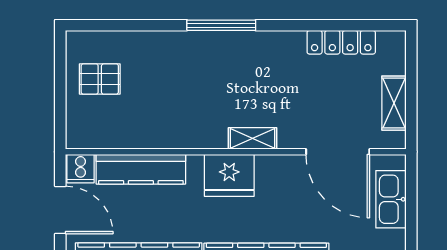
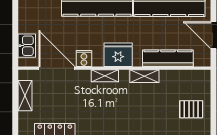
shelving: (183, 138) -> (144, 76), added
cooker: (81, 169) -> (84, 59), moved
kitchen sink: (391, 199) -> (27, 46), width x0.73

